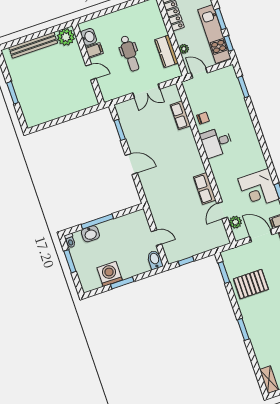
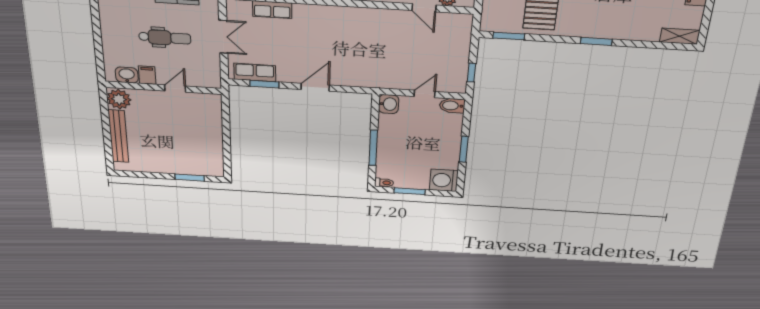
window: (13, 93) -> (190, 178), moved
row of seats: (205, 188) -> (255, 72), moved, turned 180
washbasin: (90, 234) -> (389, 104), moved
washing machine: (110, 274) -> (444, 180), moved

